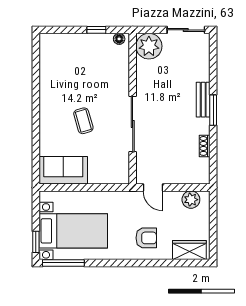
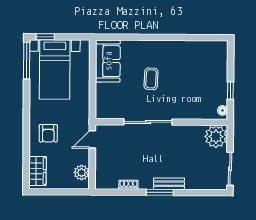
coffee table: (83, 121) -> (151, 79), turned -71

